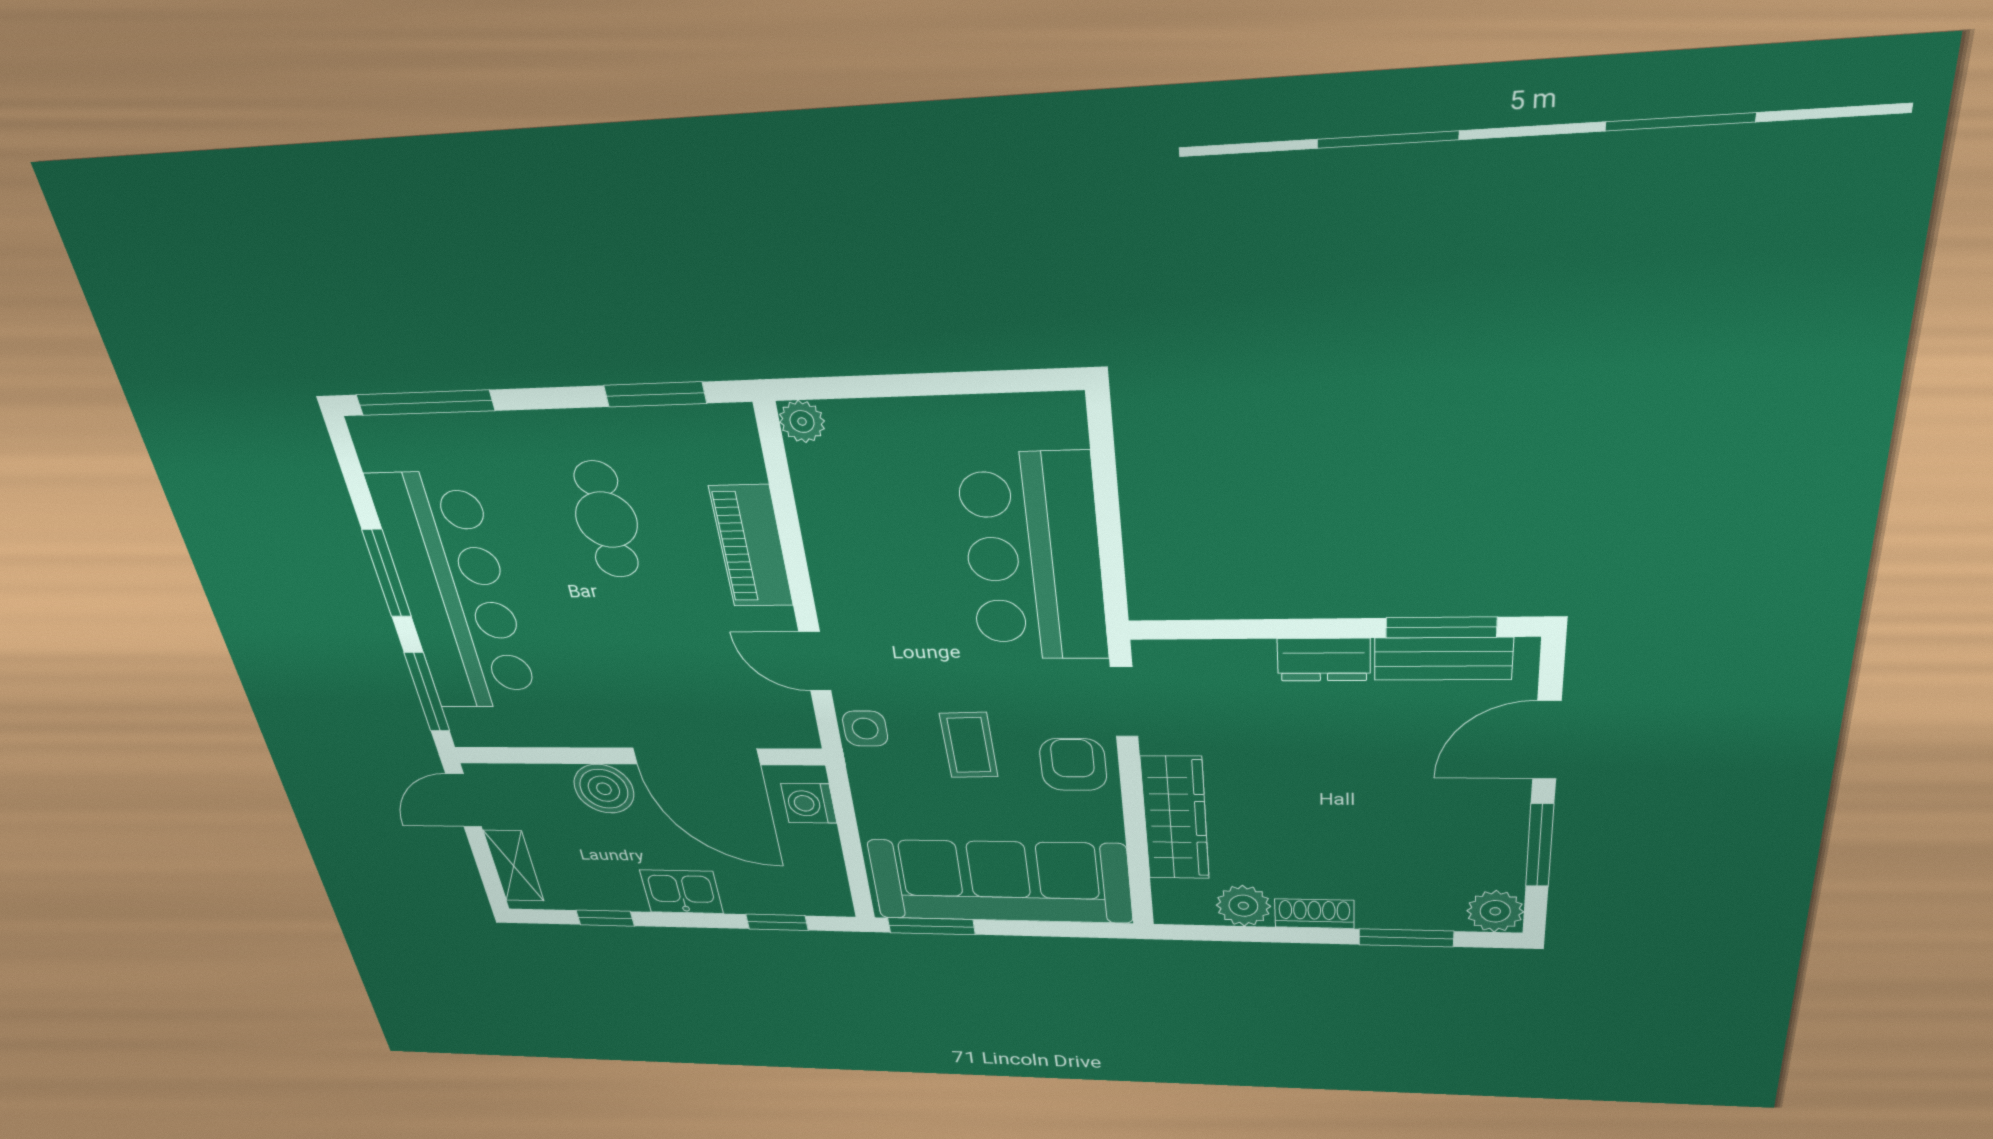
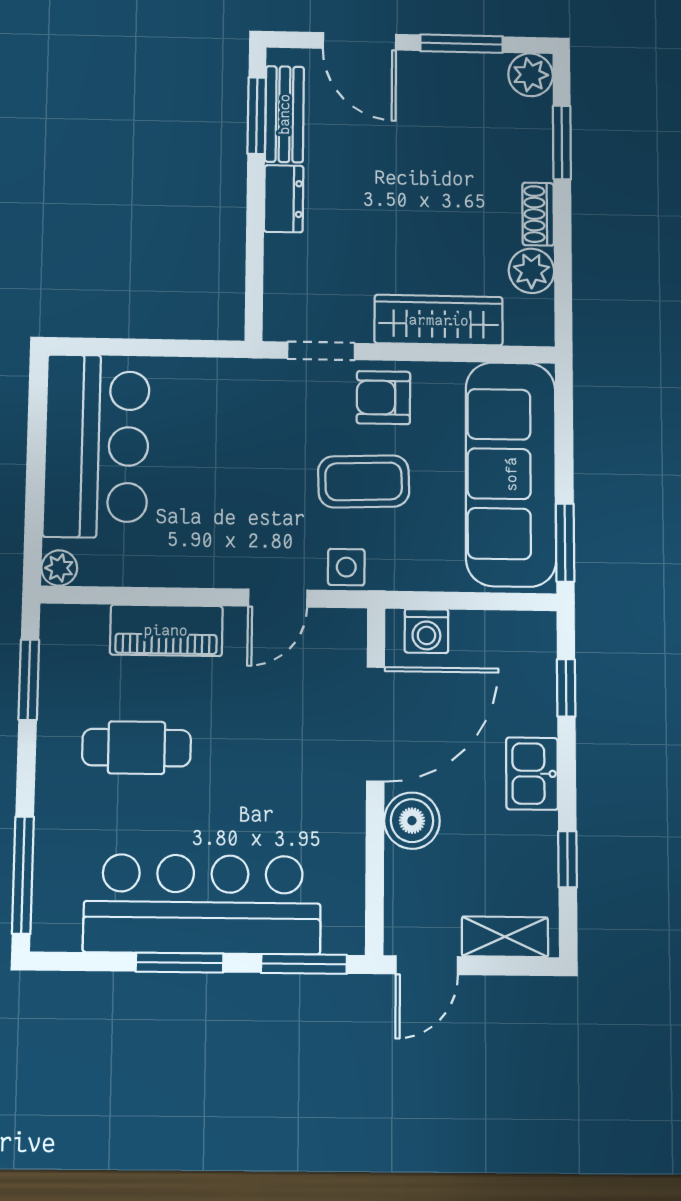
bar counter: (1034, 559) -> (97, 446), moved, turned -90
coffee table: (969, 745) -> (364, 481), width x1.36, depth x1.30
door: (464, 800) -> (427, 965), hinge flipped

